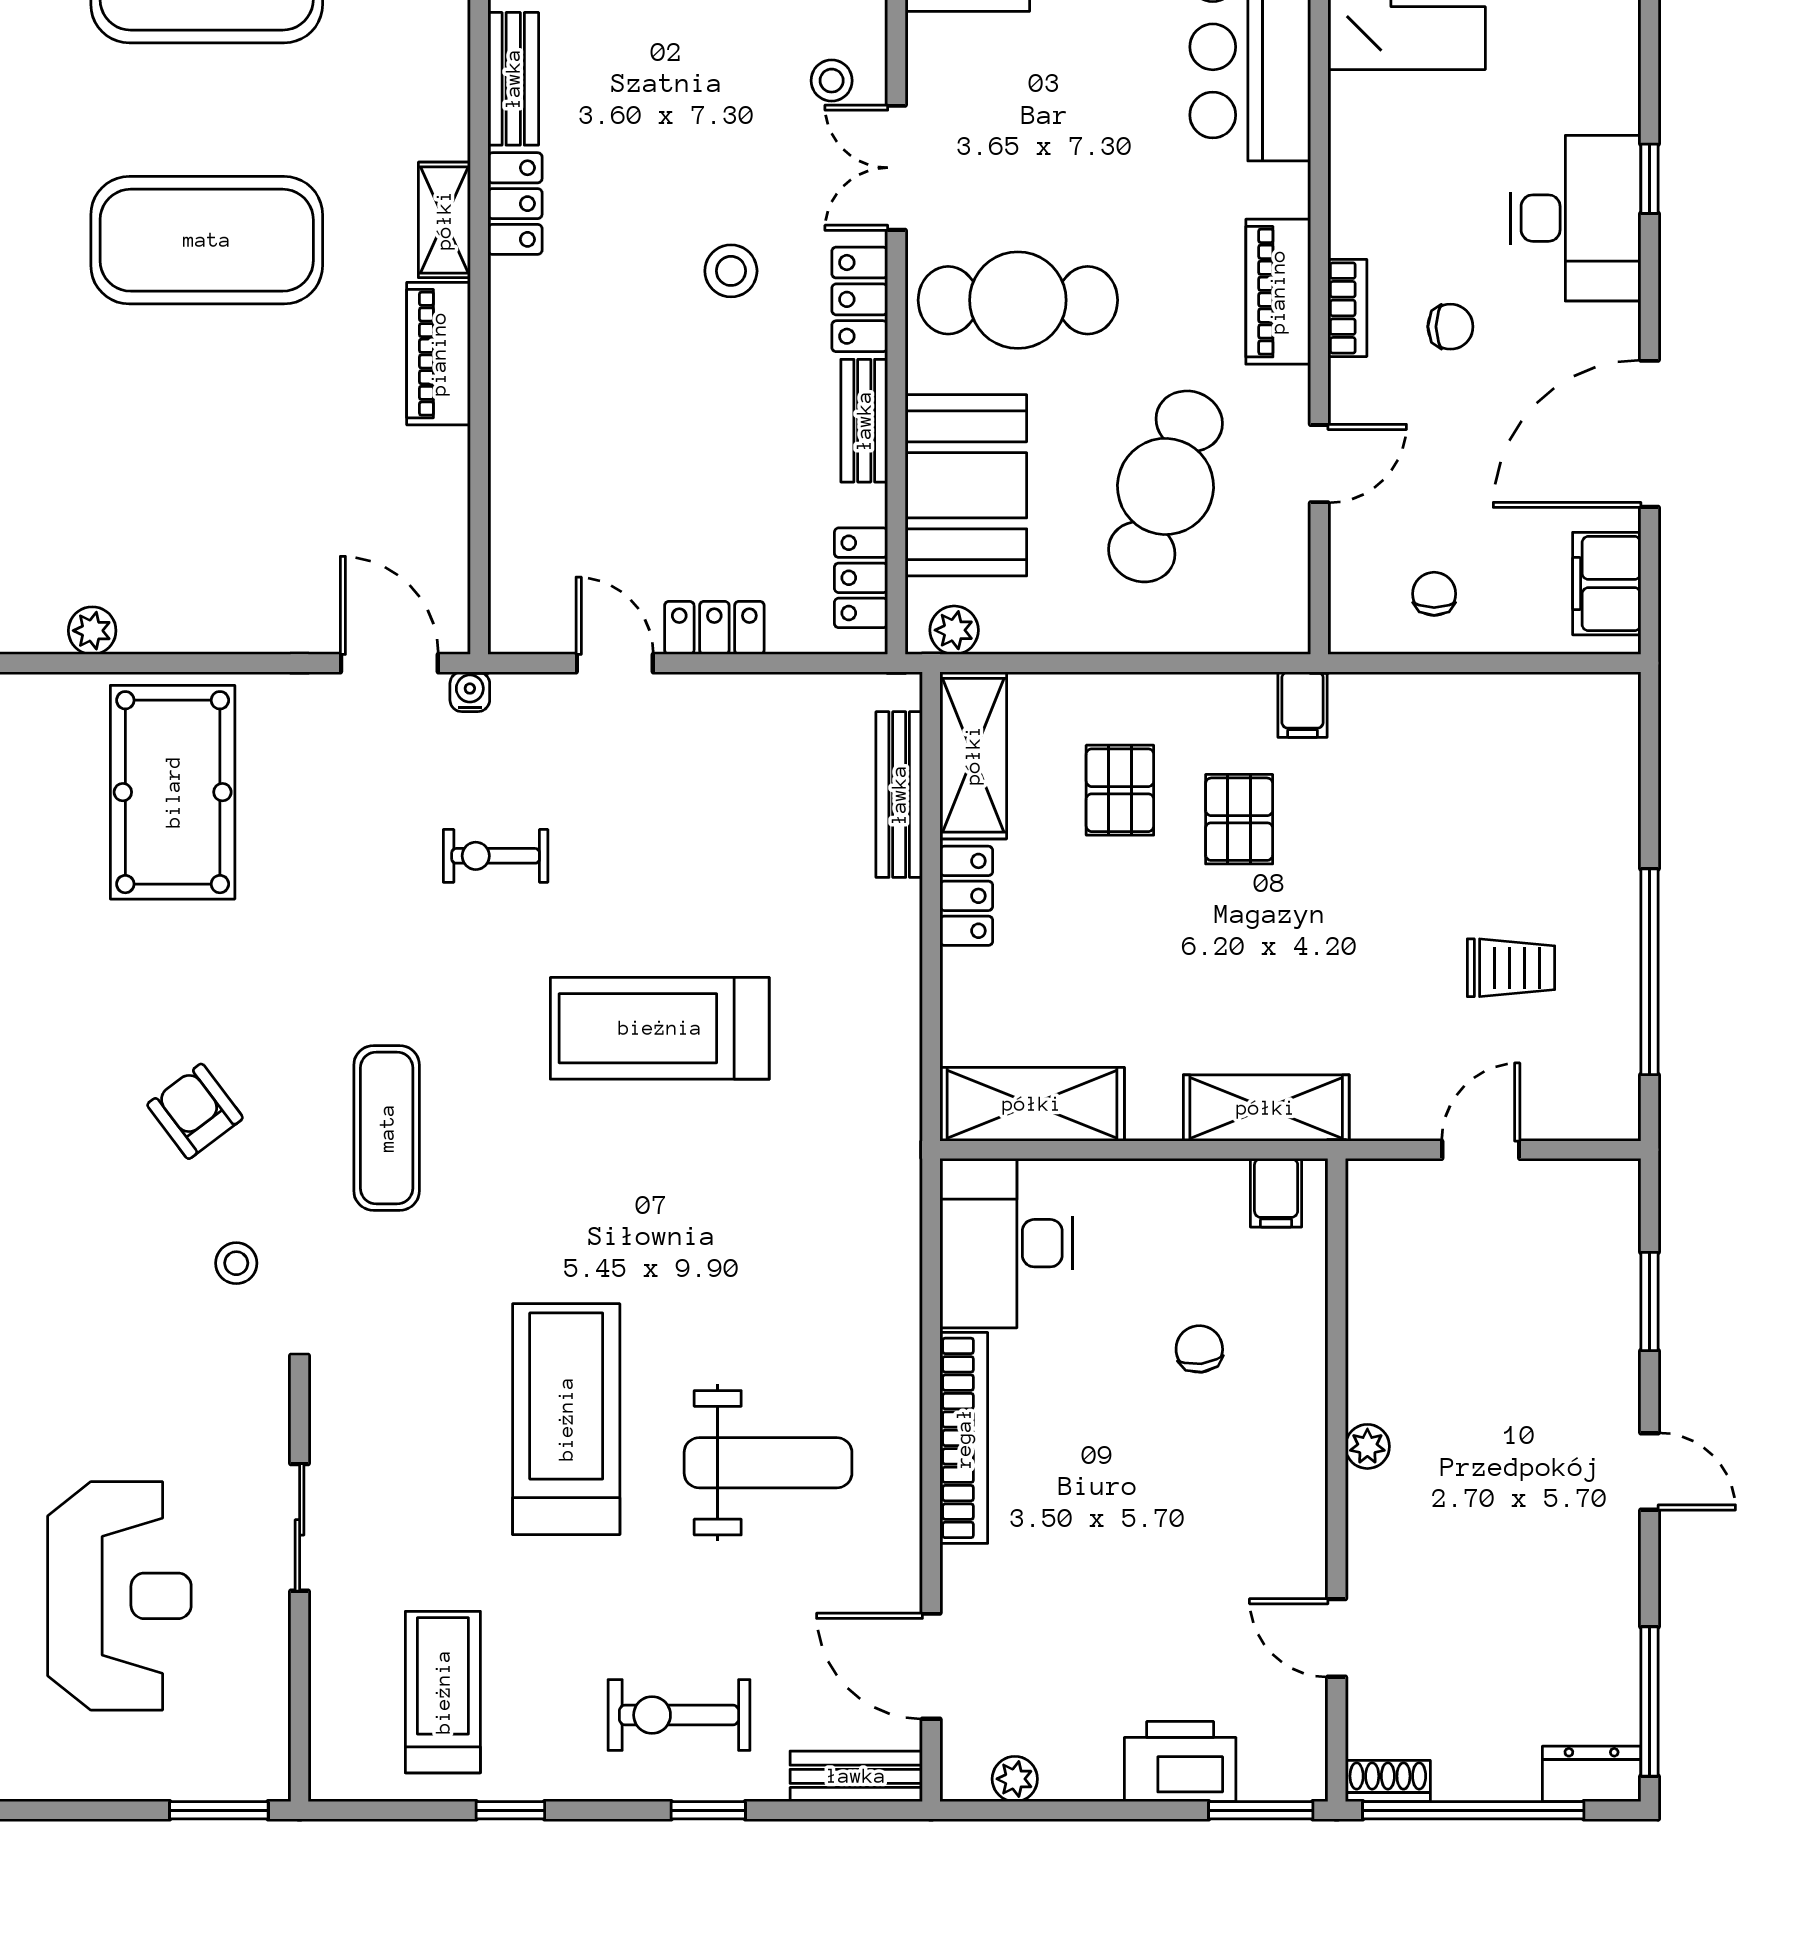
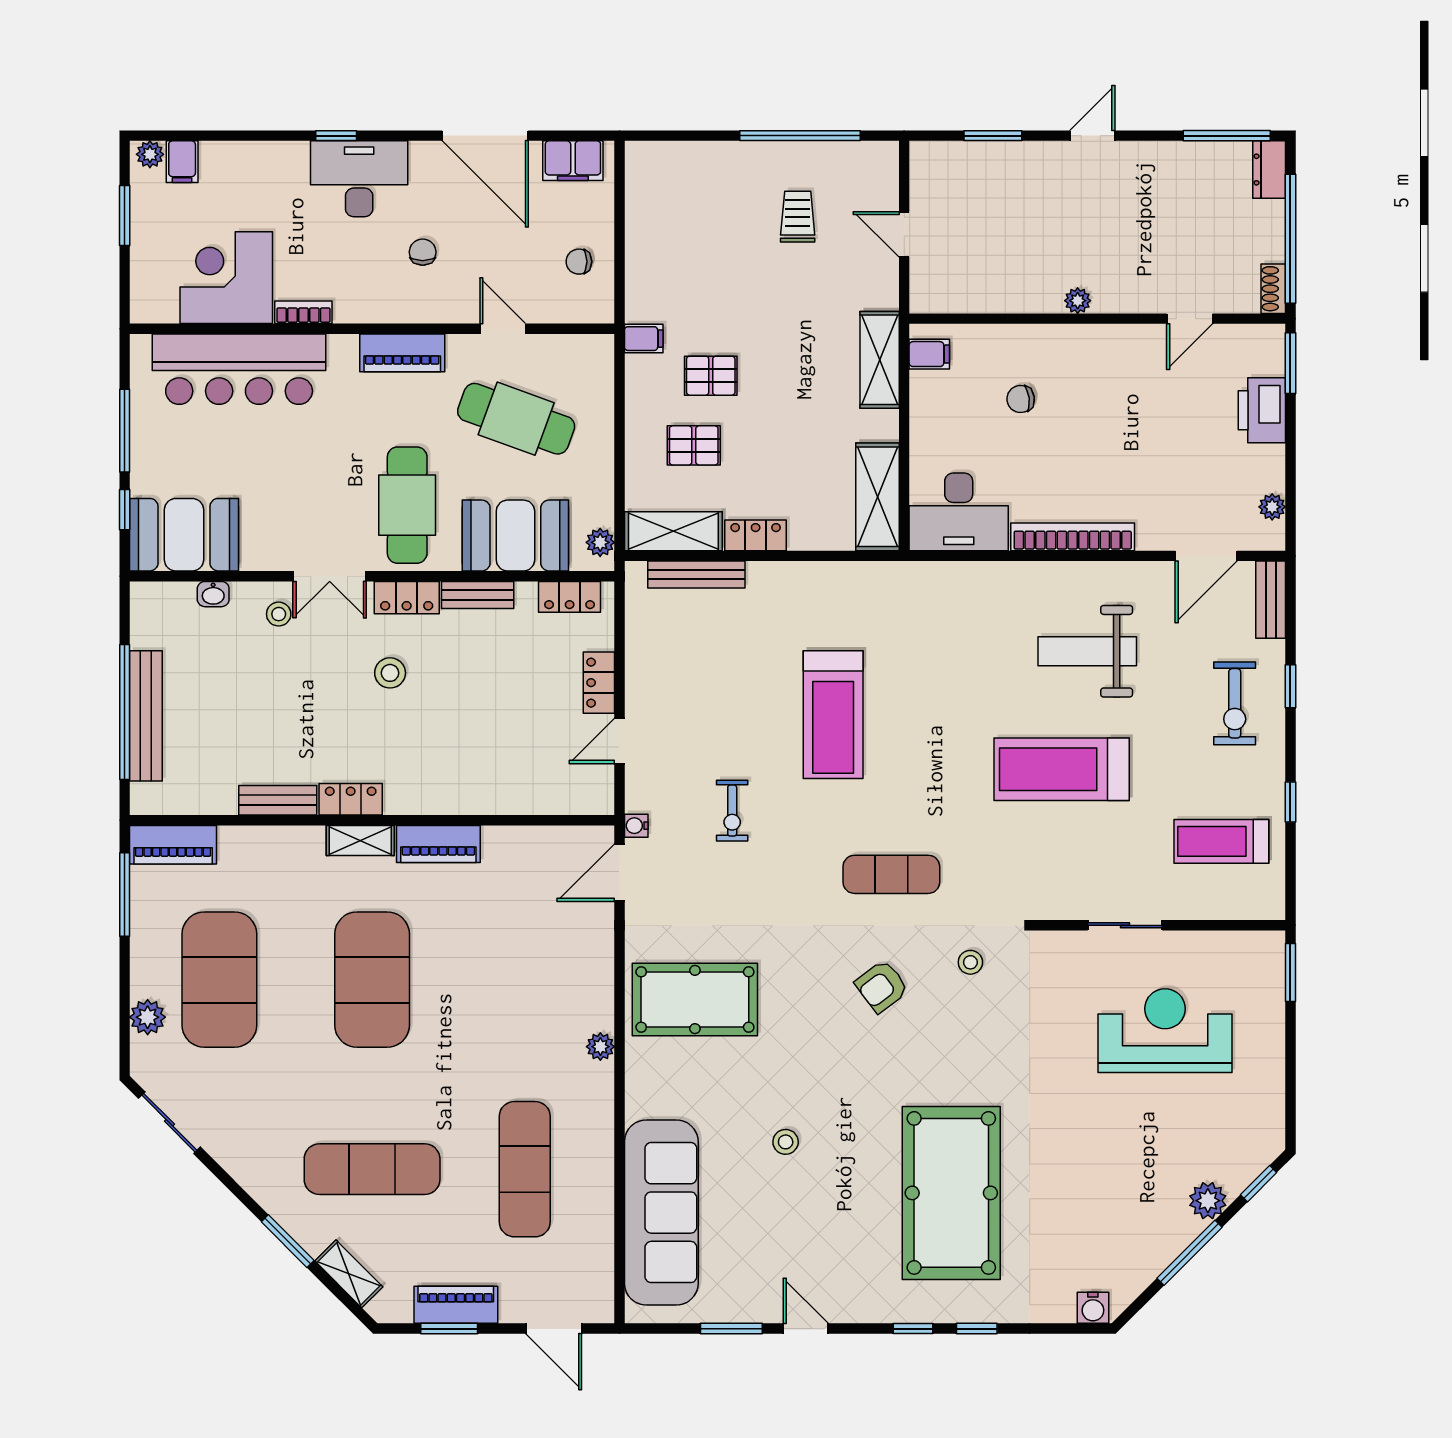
bookcase: (1347, 308) -> (303, 312), moved
weight bench: (768, 1463) -> (1087, 651), turned -90

